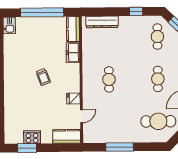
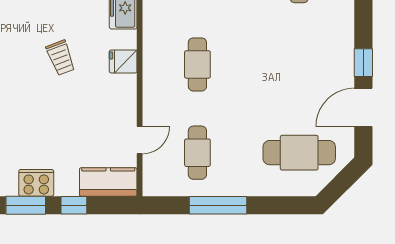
cafe table: (158, 79) -> (197, 153), moved
fridge: (73, 98) -> (123, 61), moved
window: (50, 148) -> (74, 205), added

